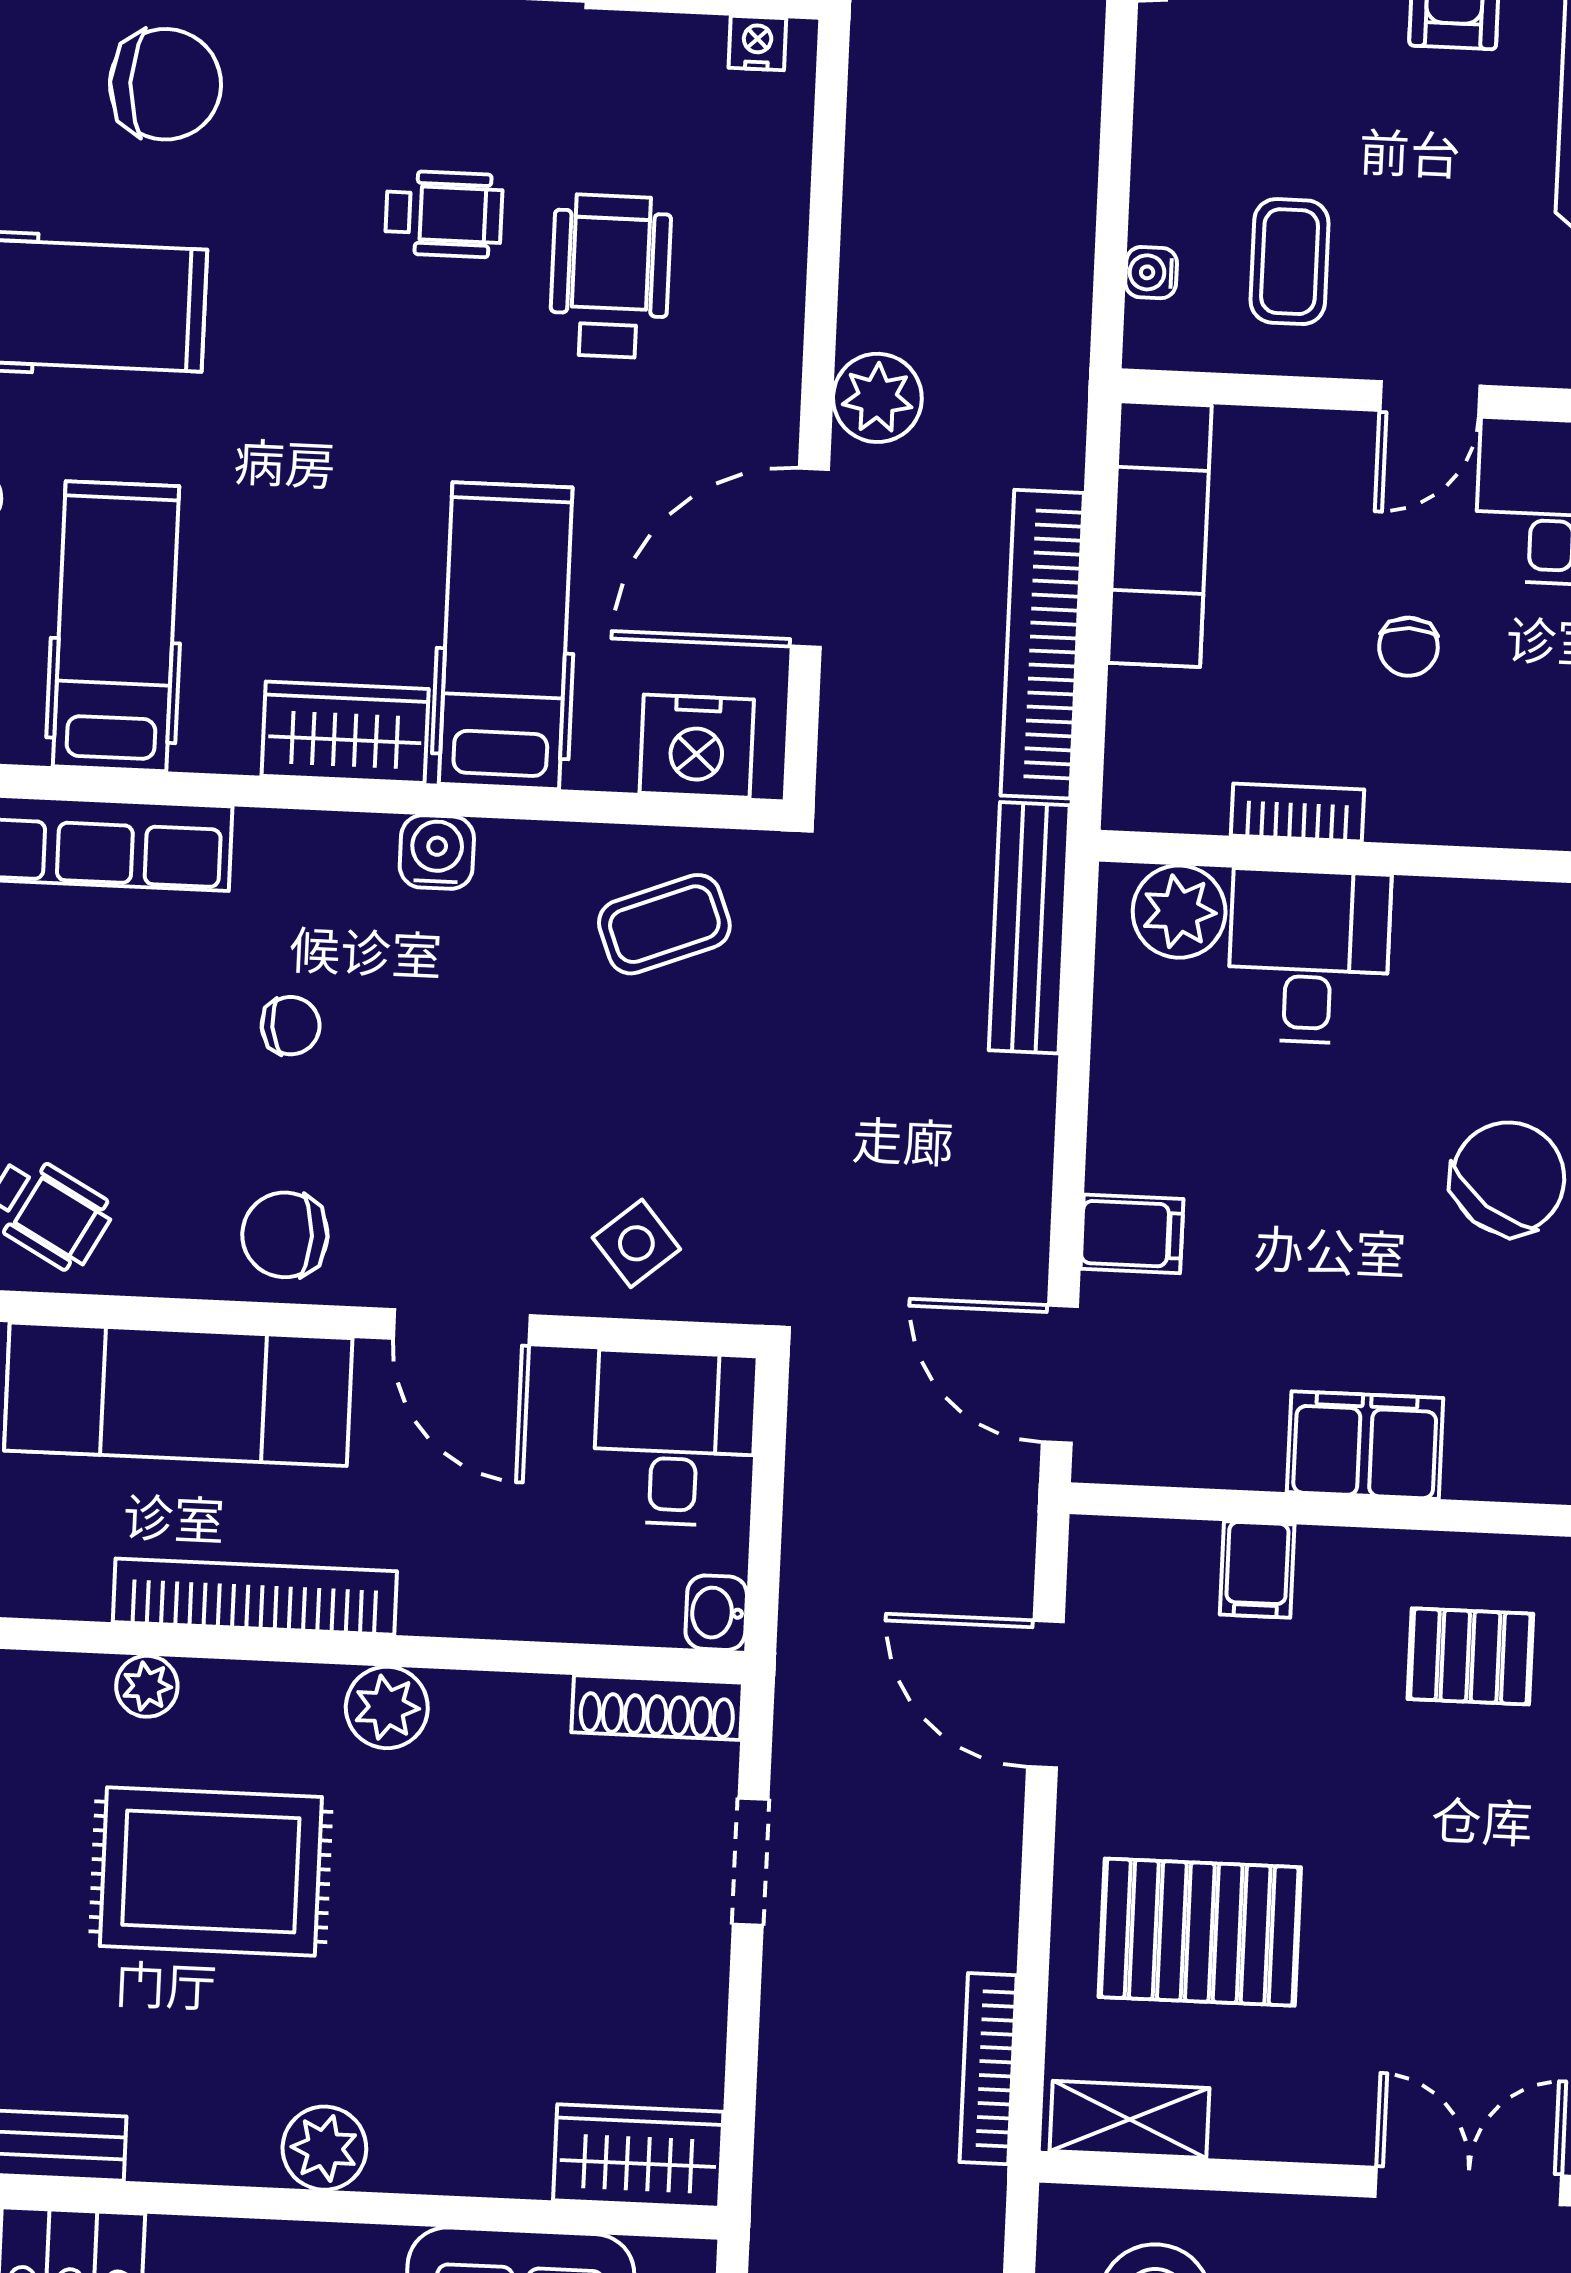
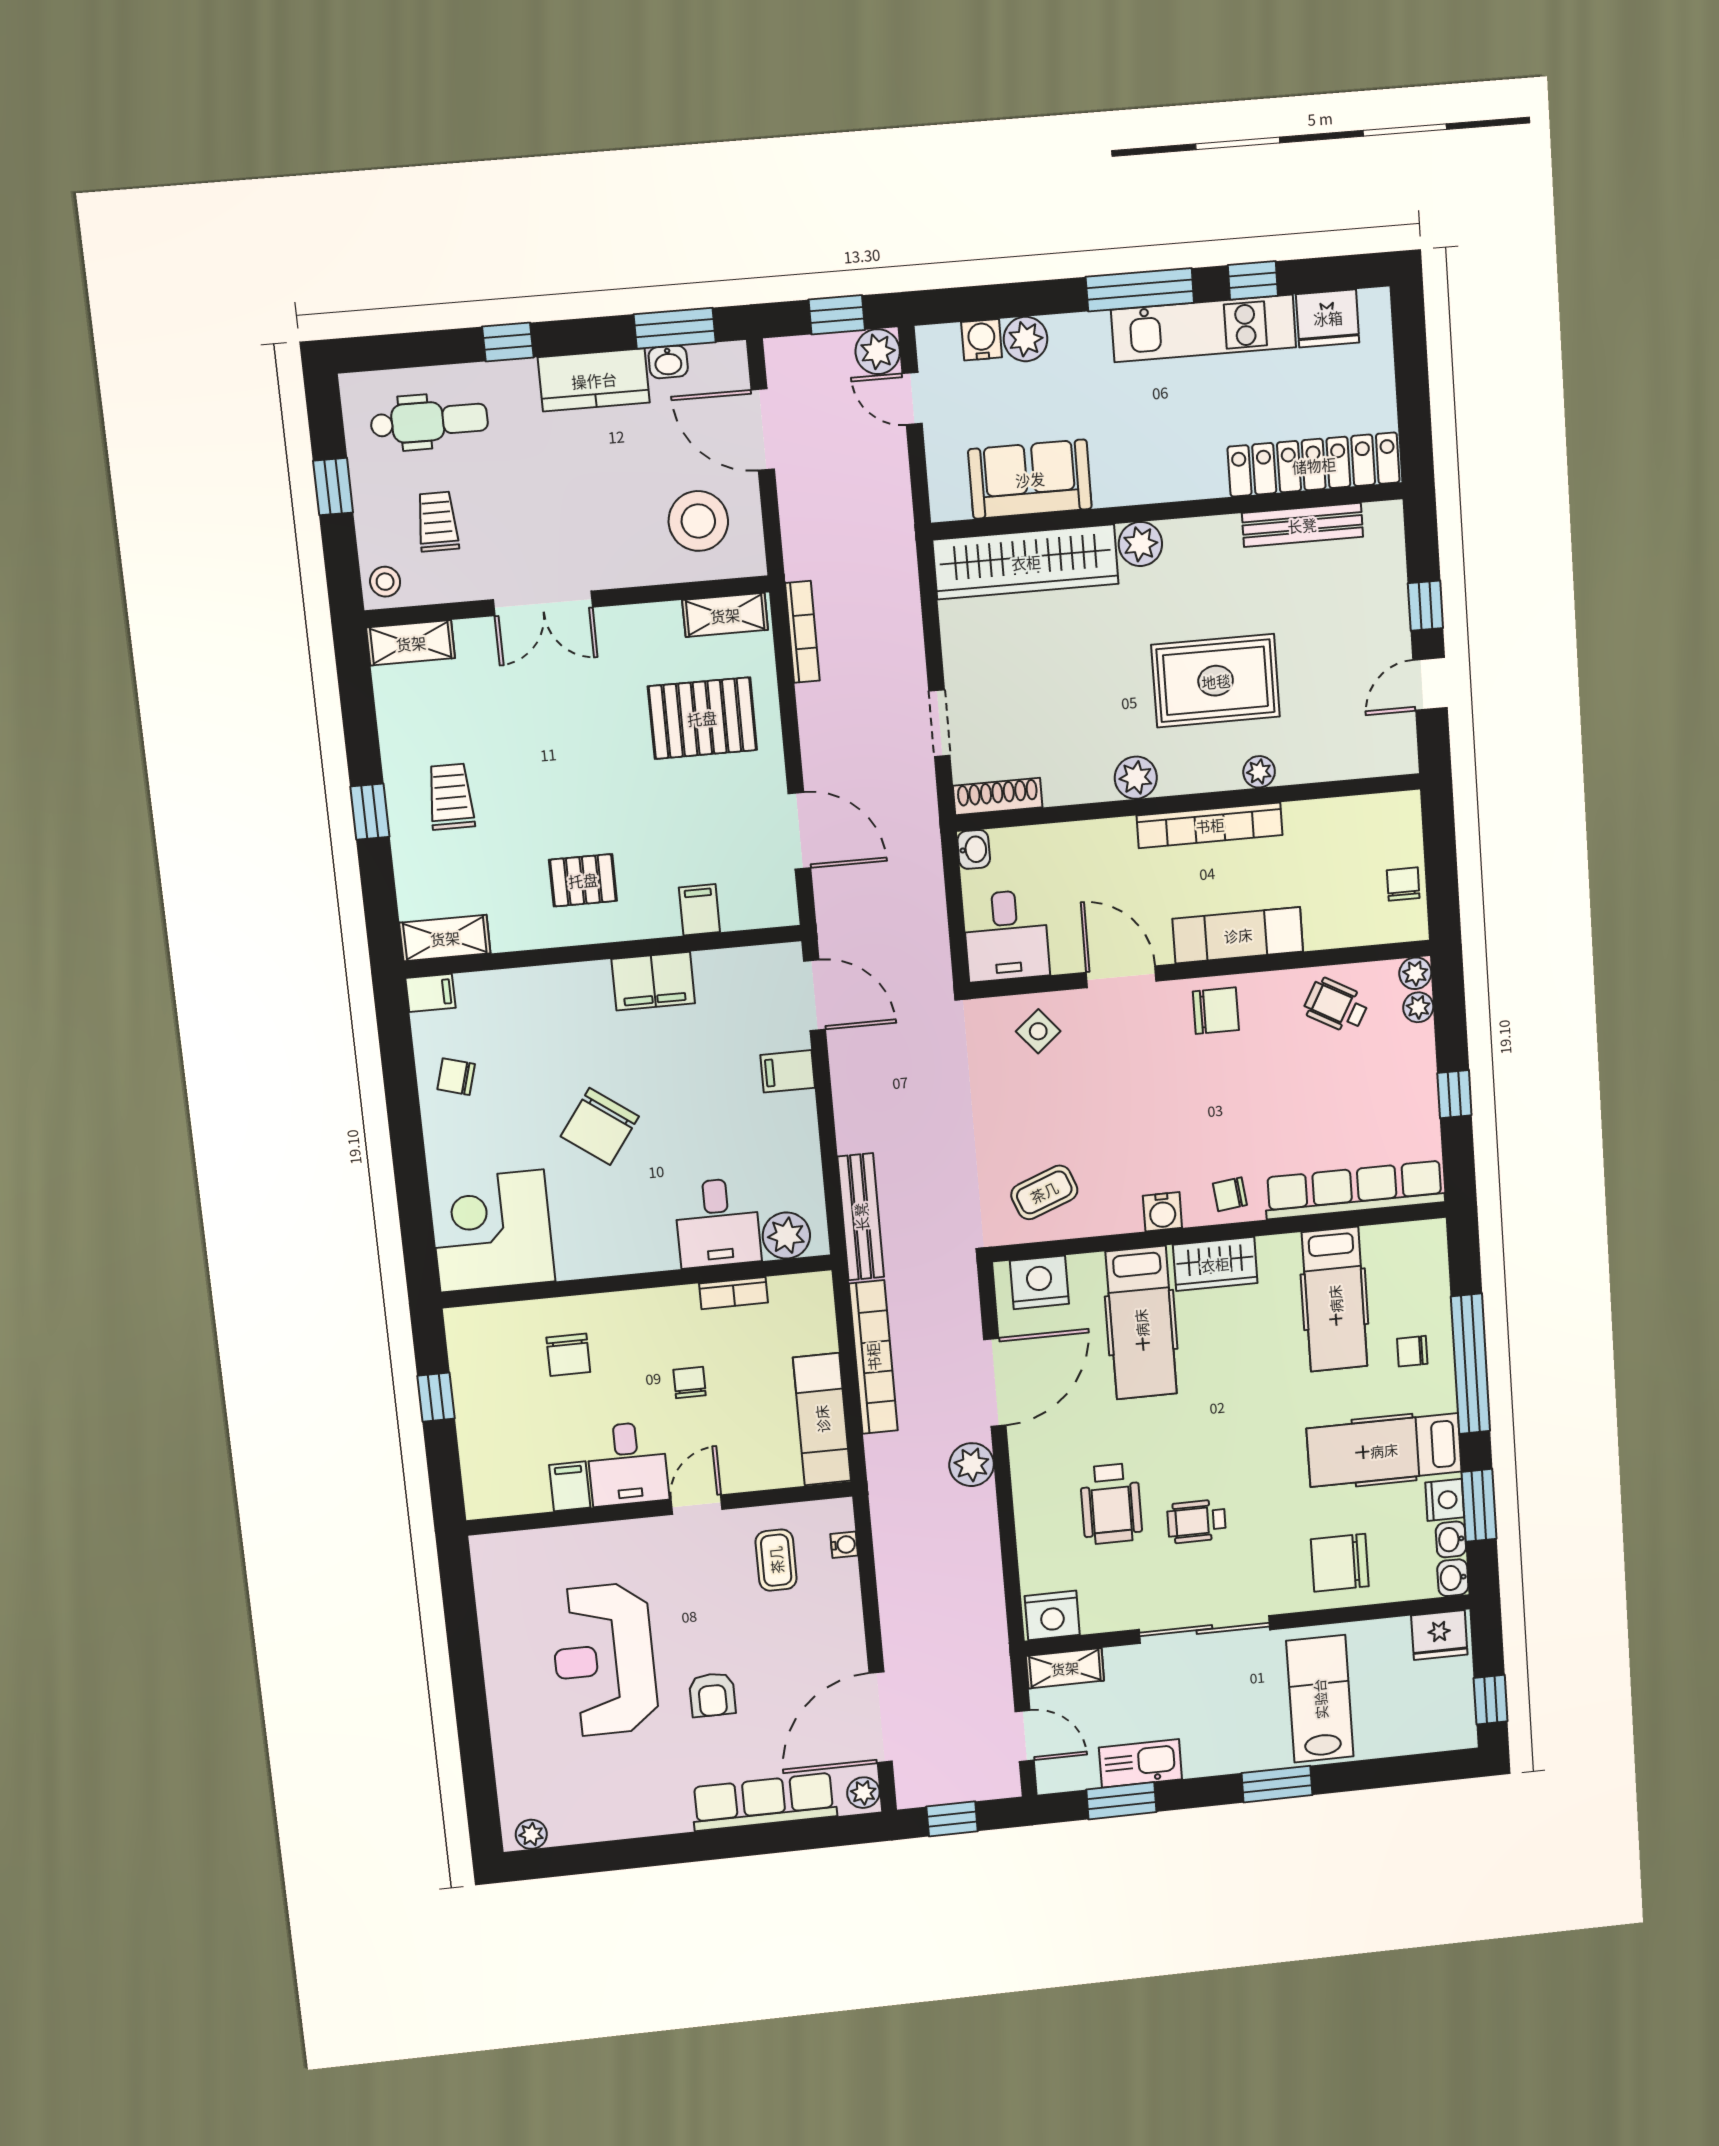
nightstand: (757, 43) -> (1052, 1615), width x1.89, depth x1.79
chair: (291, 1026) -> (1230, 1194), moved
exam couch: (178, 1394) -> (1238, 935), width x0.73, depth x0.69
wardrobe: (638, 2156) -> (1026, 562), width x2.10, depth x1.17

